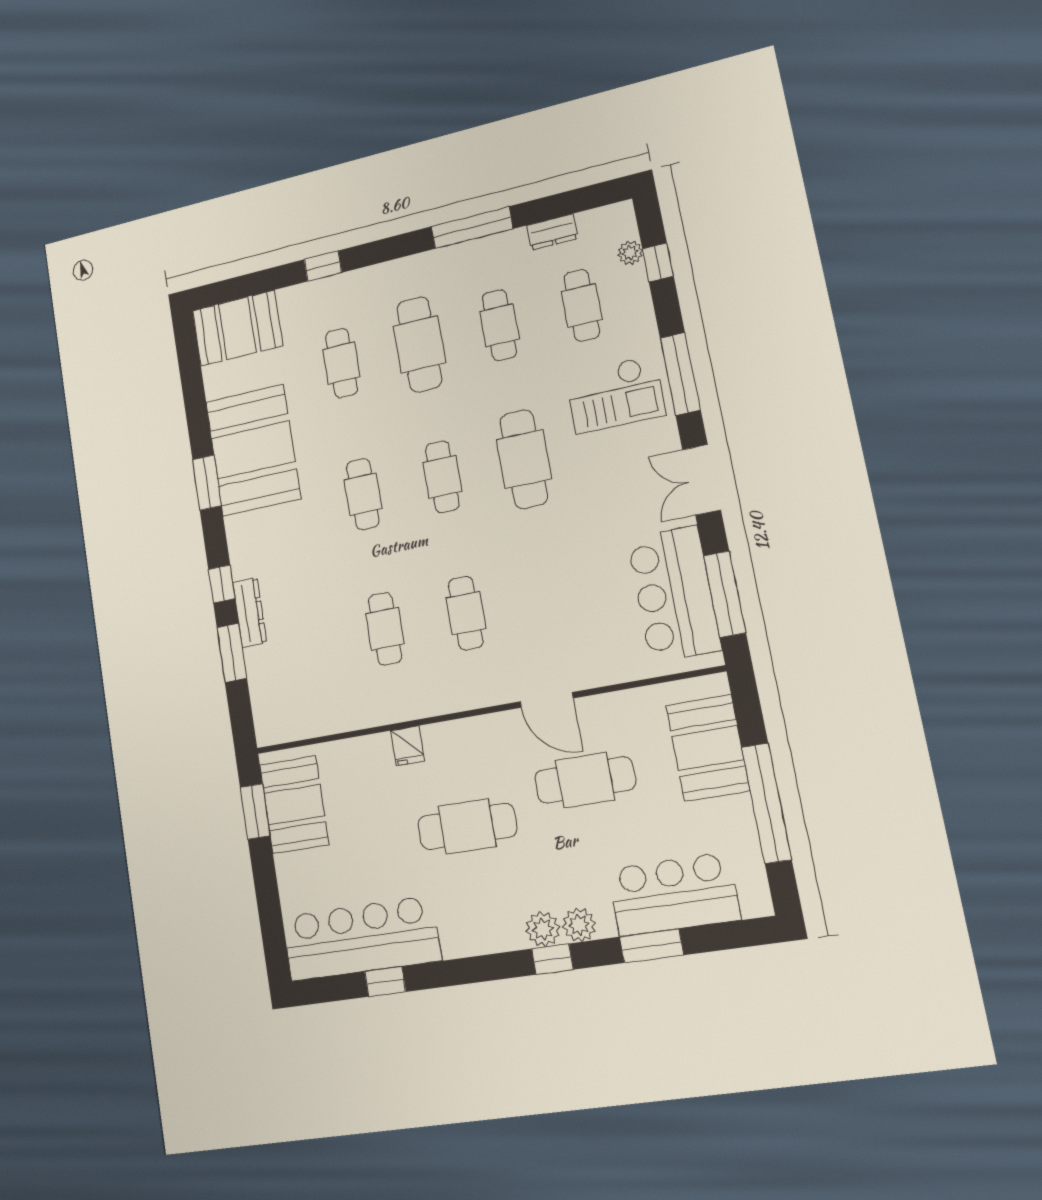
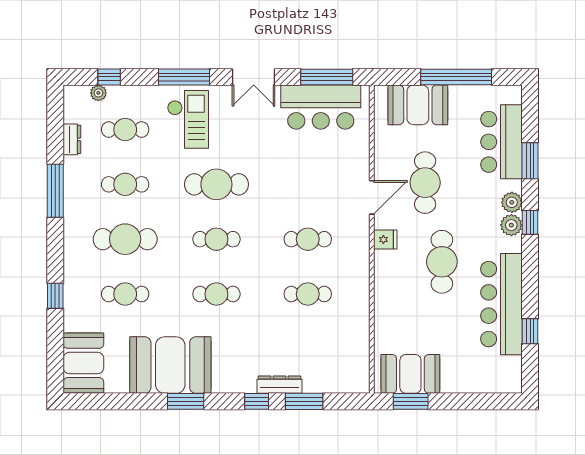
fridge: (408, 746) -> (385, 240), moved
bar counter: (361, 939) -> (501, 304), moved

